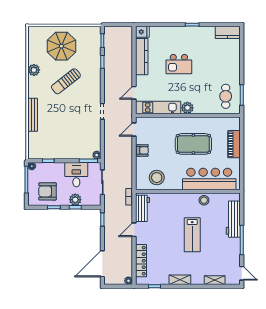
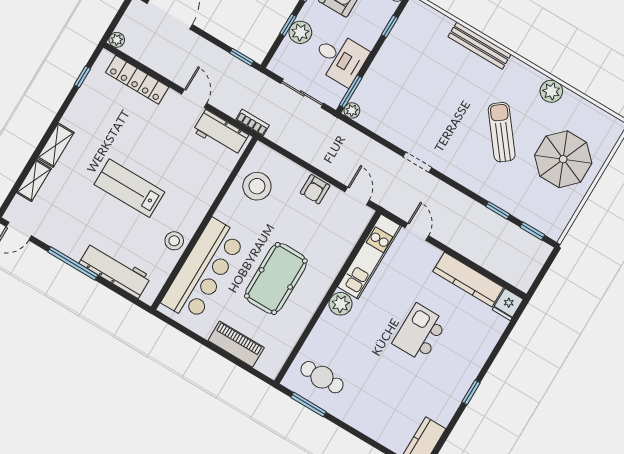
shelving: (180, 280) -> (56, 145), moved

